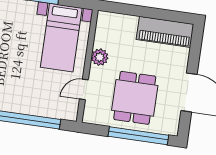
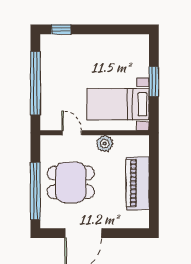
piano: (165, 32) -> (138, 183), moved

